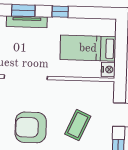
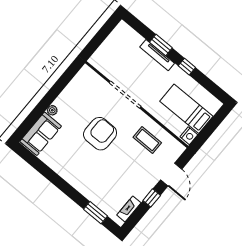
coffee table: (78, 125) -> (147, 140), moved, turned 66
armchair: (31, 127) -> (100, 134), turned 90

